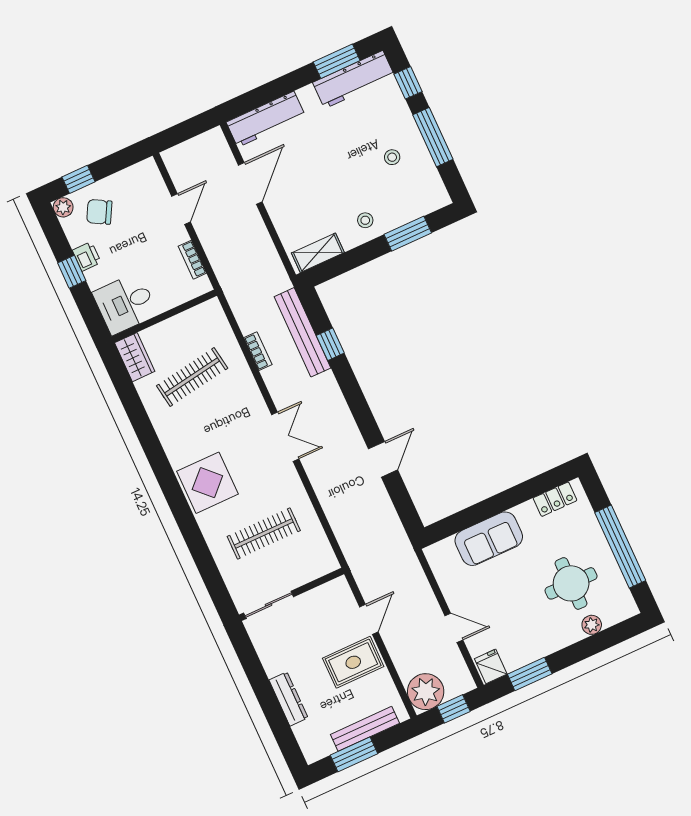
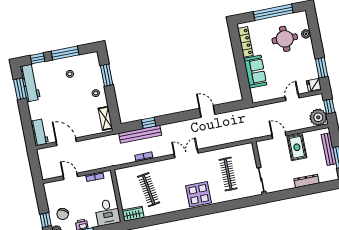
workbench: (266, 119) -> (40, 132), width x0.73
locker: (555, 499) -> (245, 42), width x1.53

